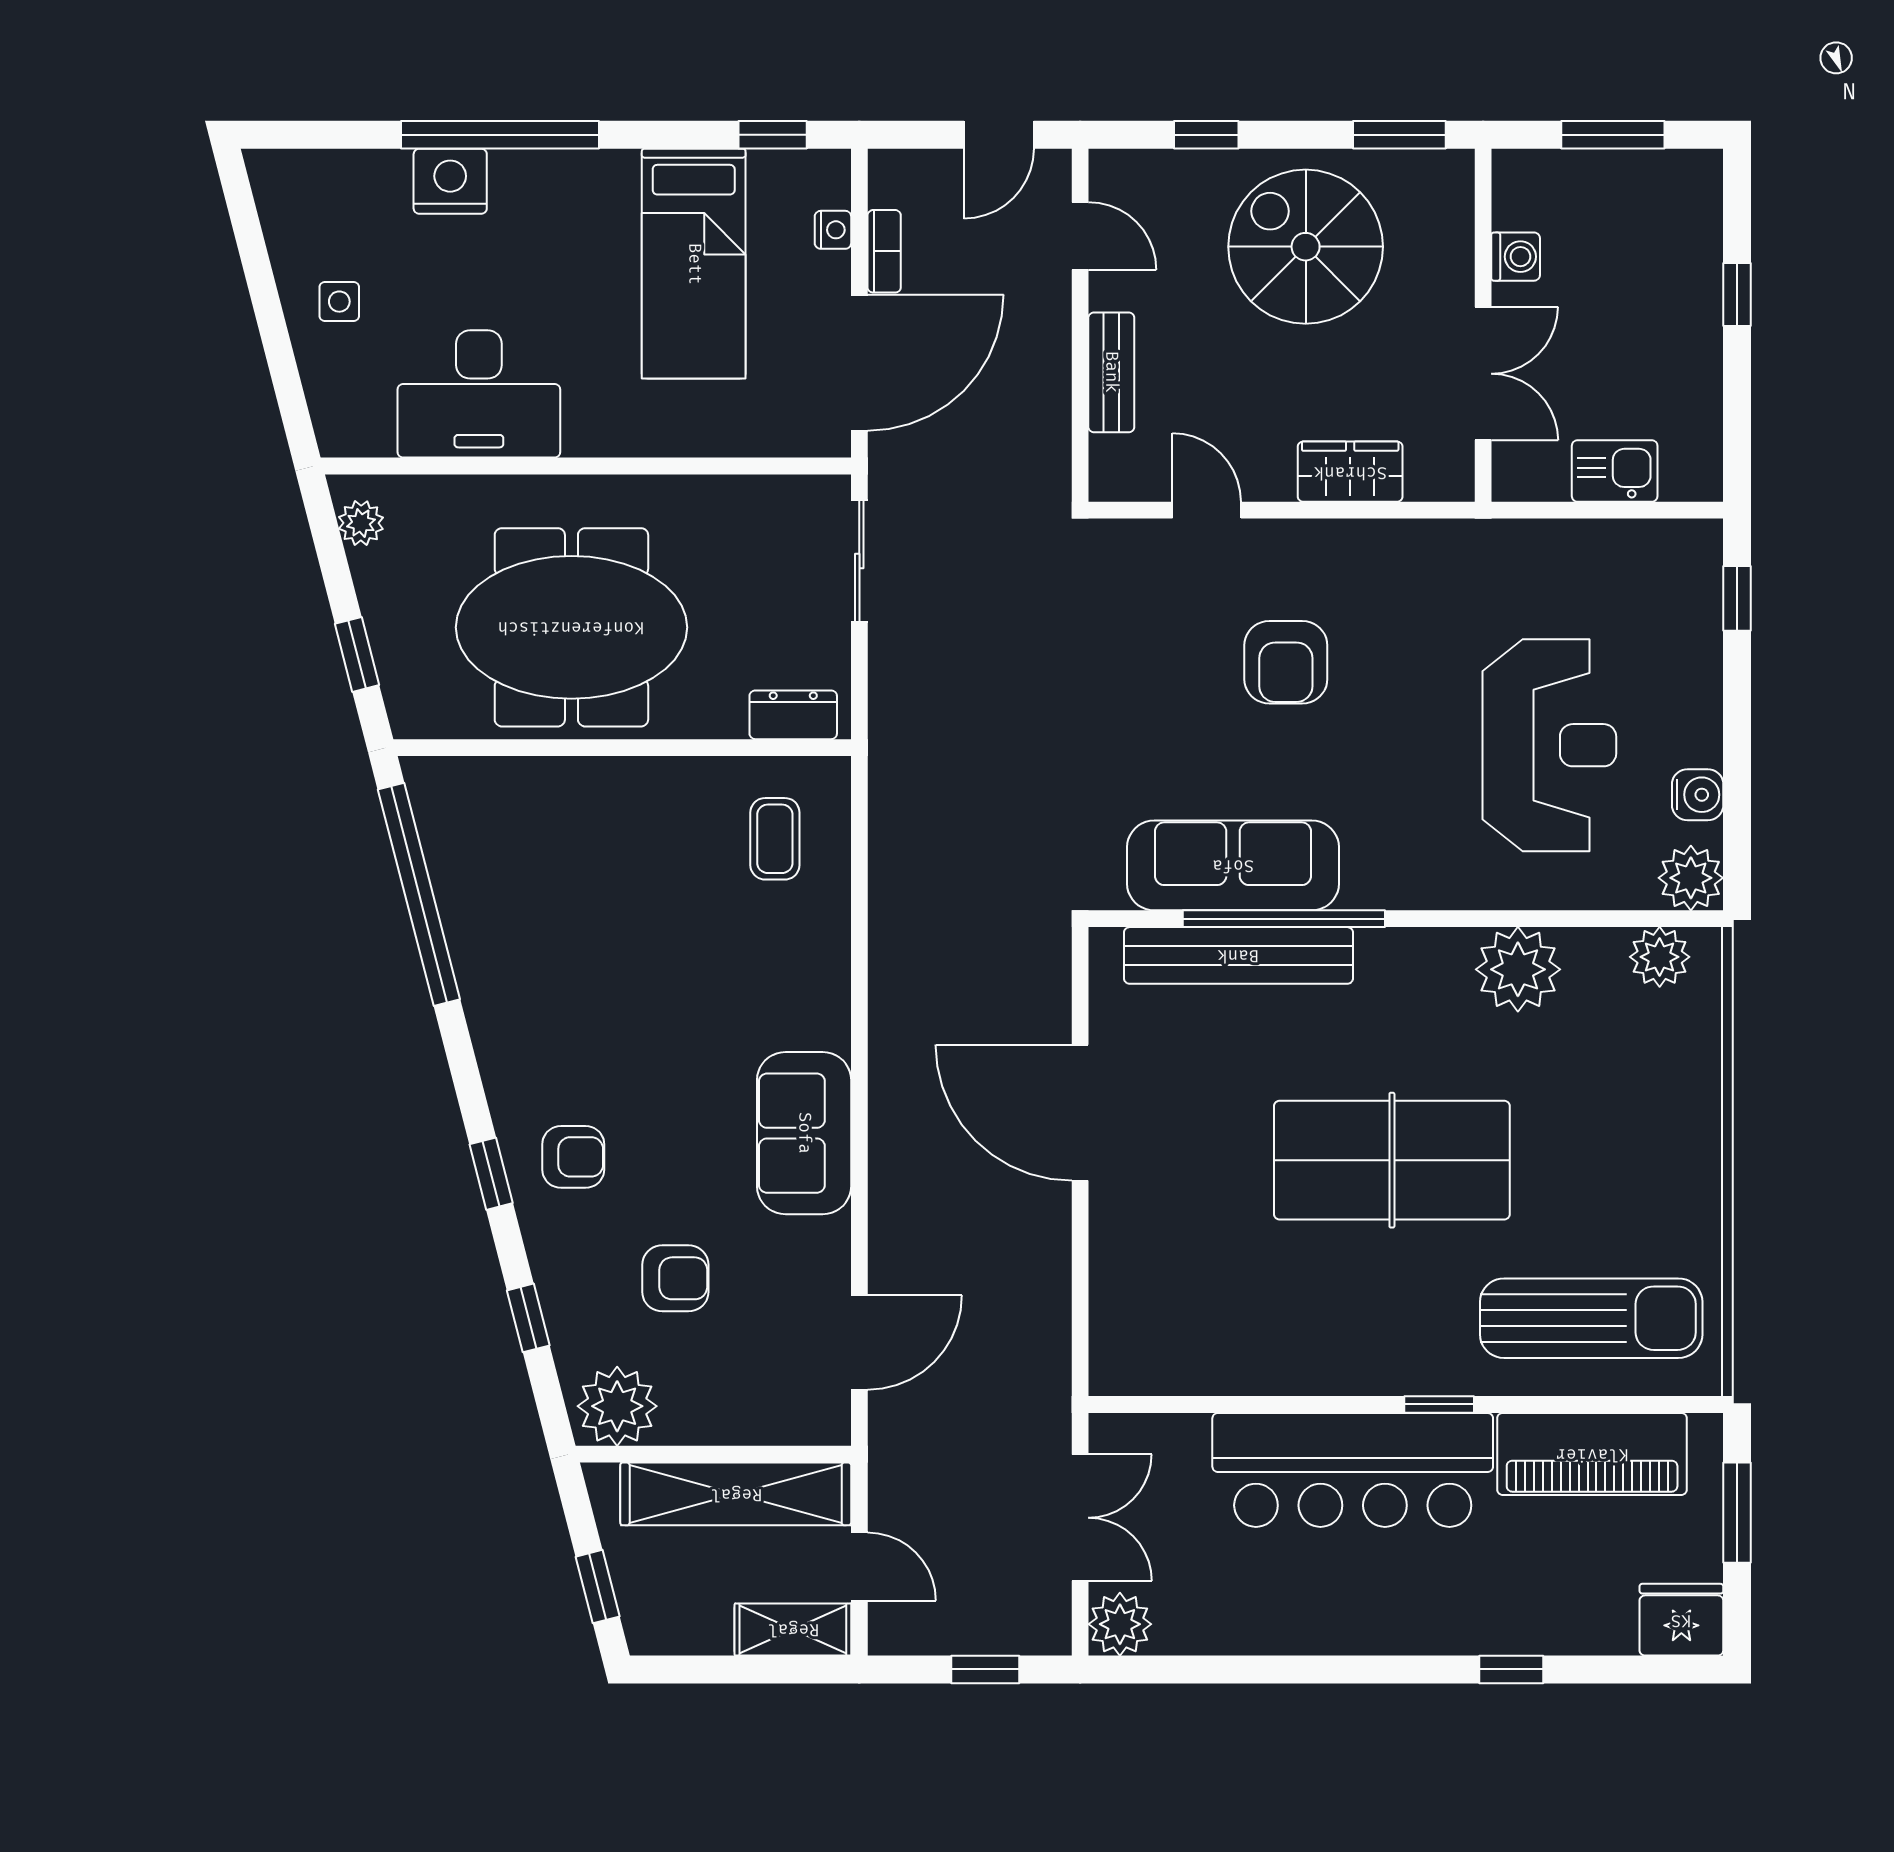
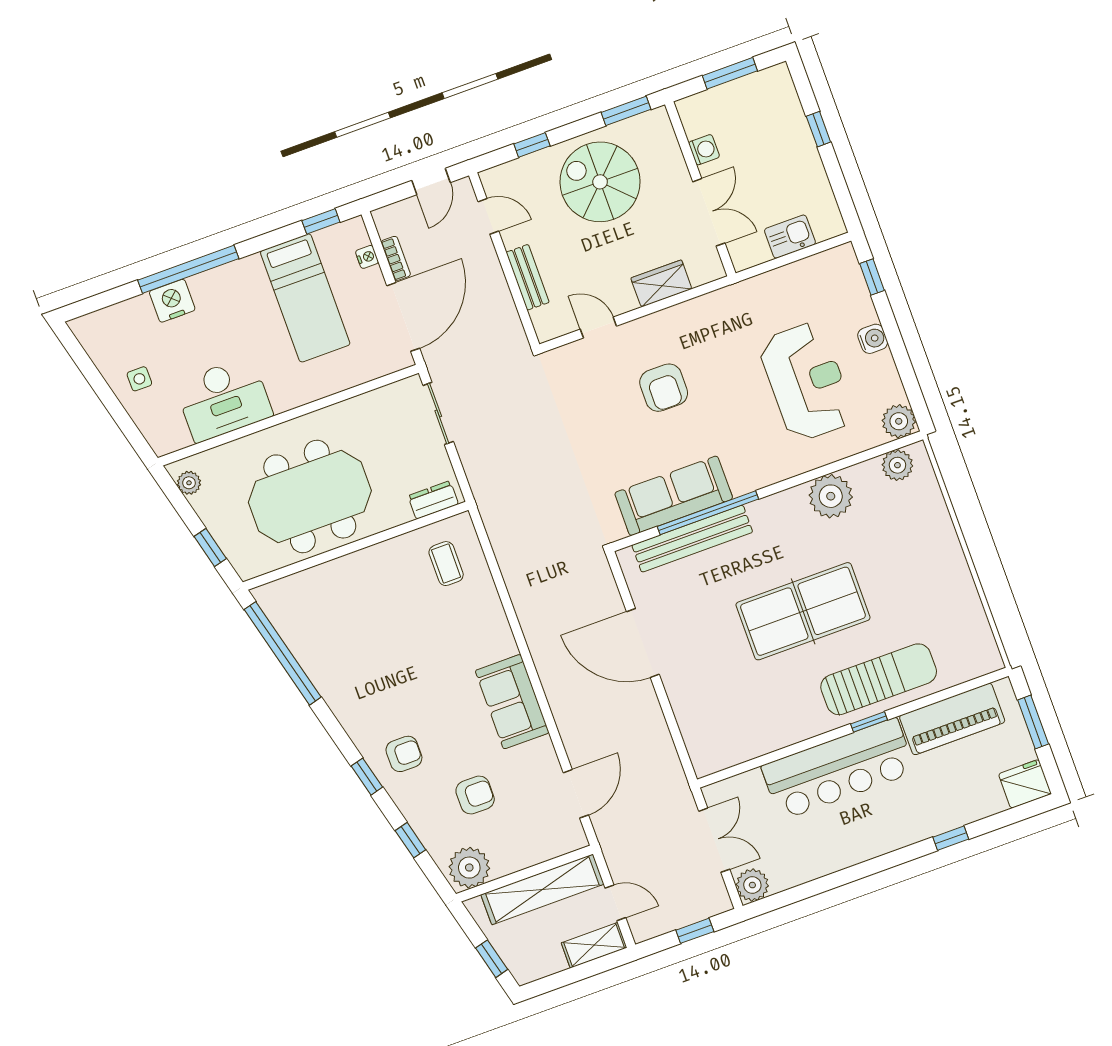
water cooler: (1698, 795) -> (873, 339), moved
sun lounger: (1591, 1318) -> (879, 679), moved

